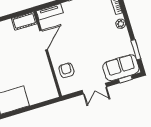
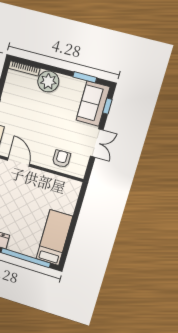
plant: (121, 24) -> (48, 81), width x1.88, depth x1.88
armchair: (66, 70) -> (61, 159), turned 90

